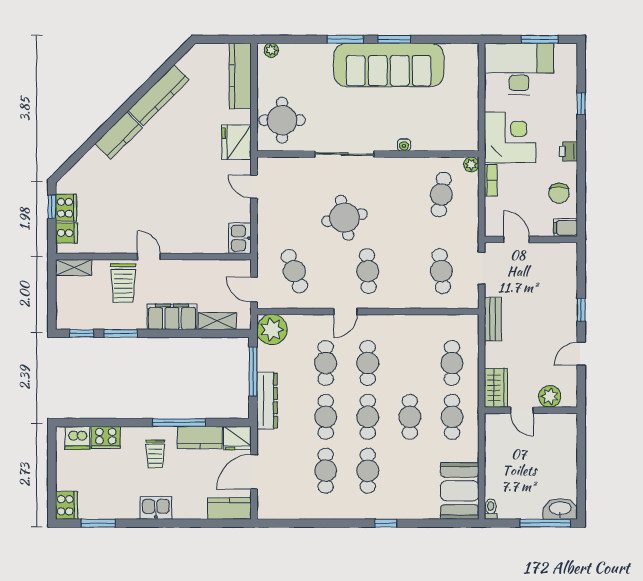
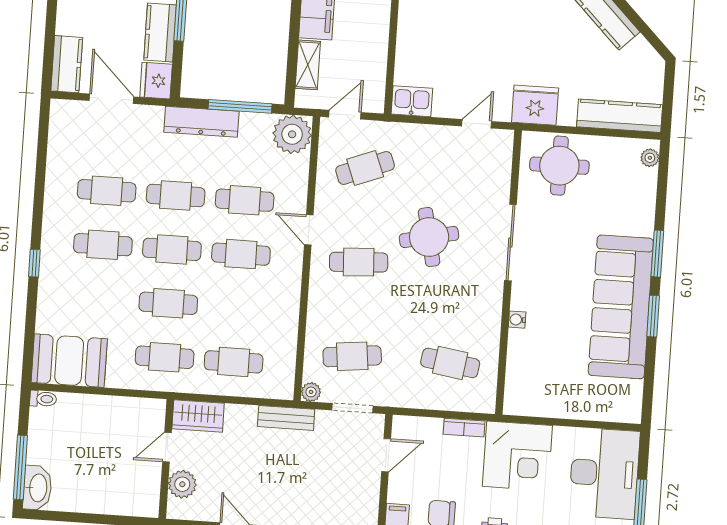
plant: (471, 164) -> (311, 392), moved

